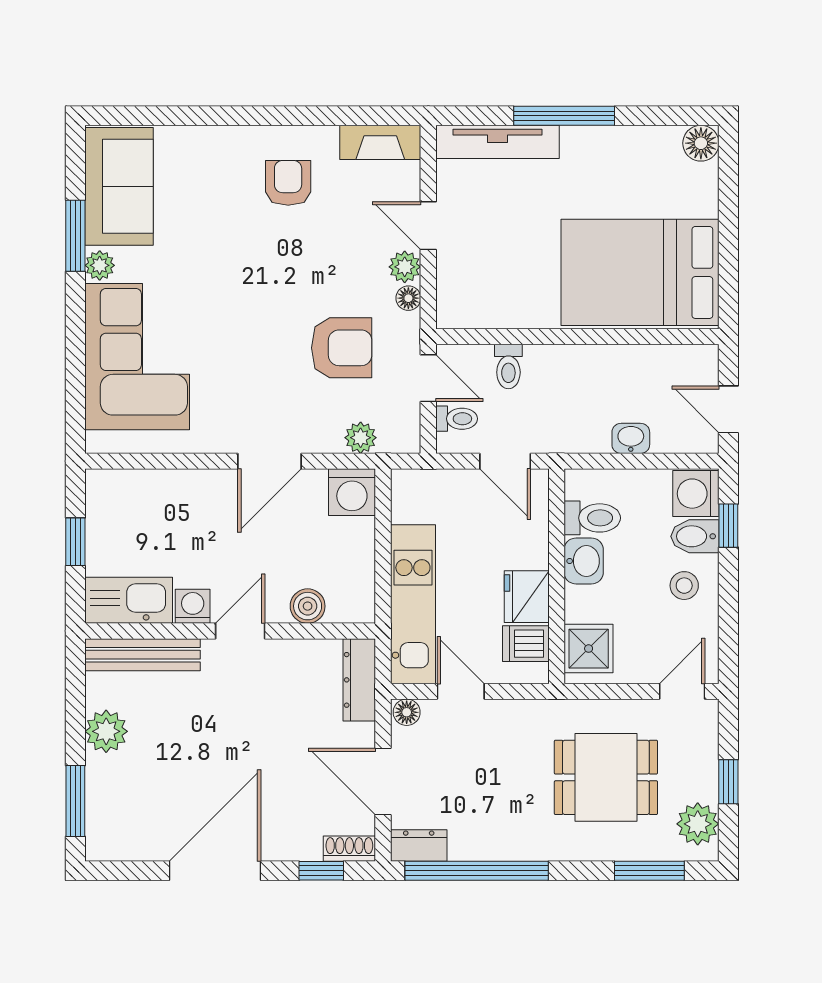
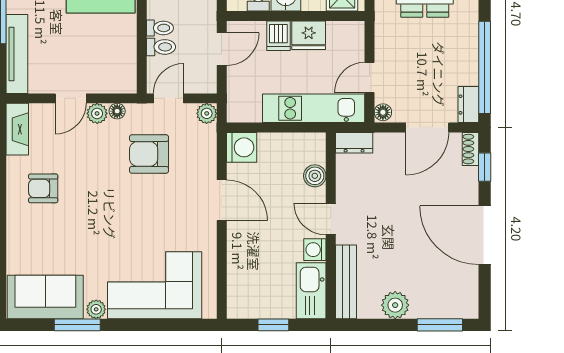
armchair: (342, 348) -> (149, 154), turned -90
toilet: (457, 419) -> (160, 28), moved, turned 90
plant: (361, 438) -> (207, 113), moved
dishwasher: (526, 644) -> (278, 36), moved
dresser: (359, 680) -> (354, 143), width x0.70

